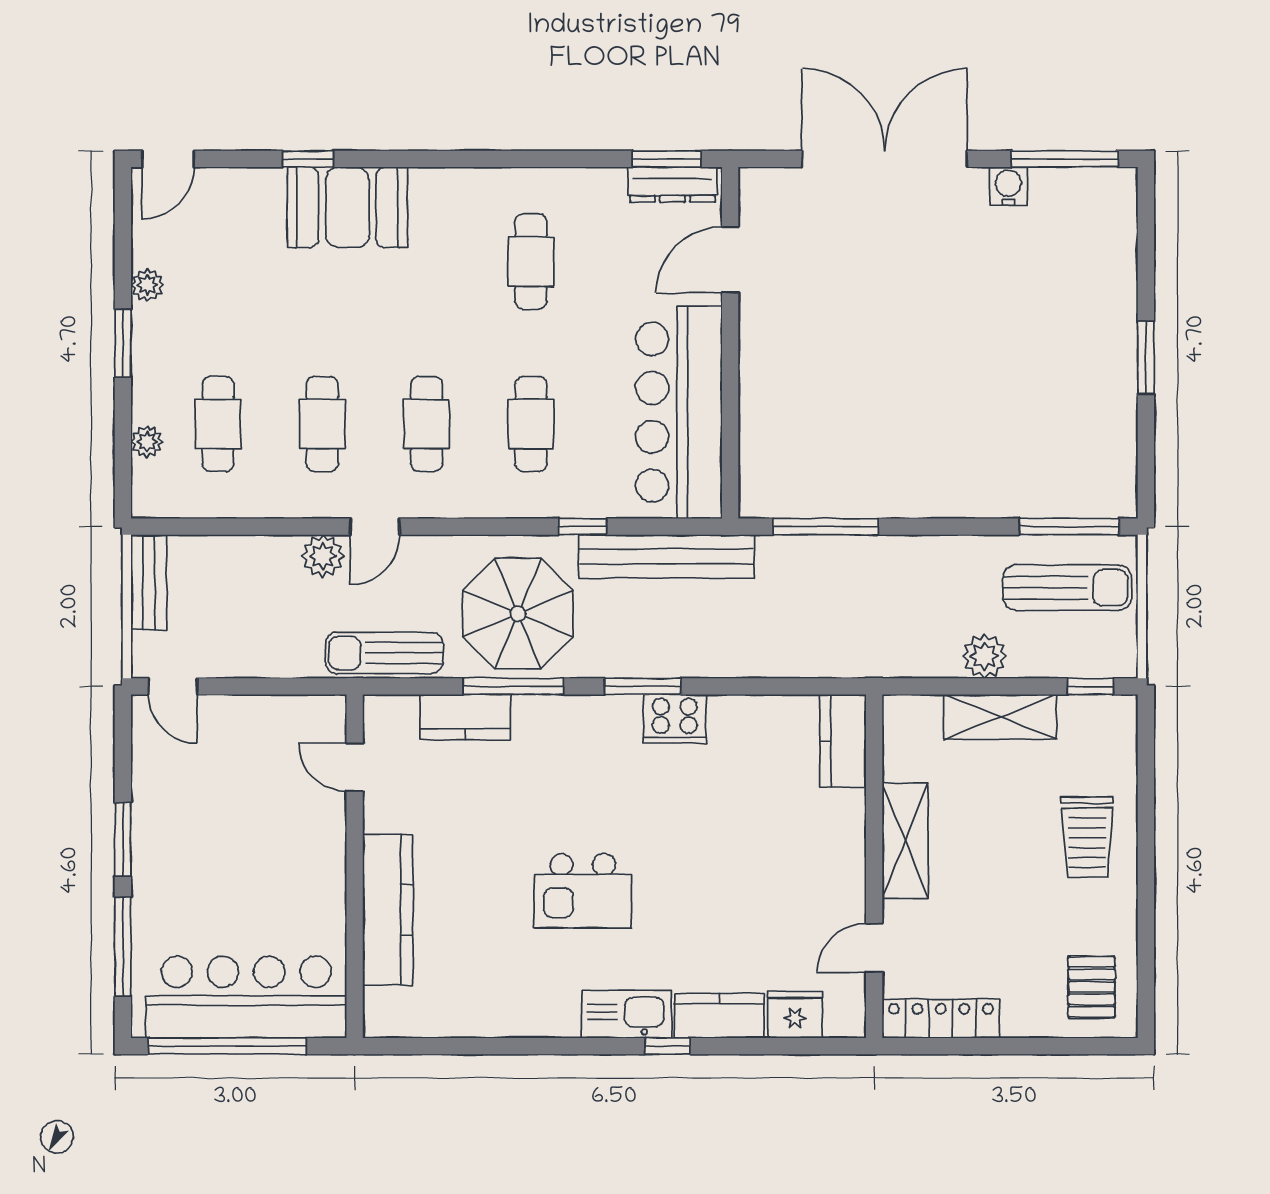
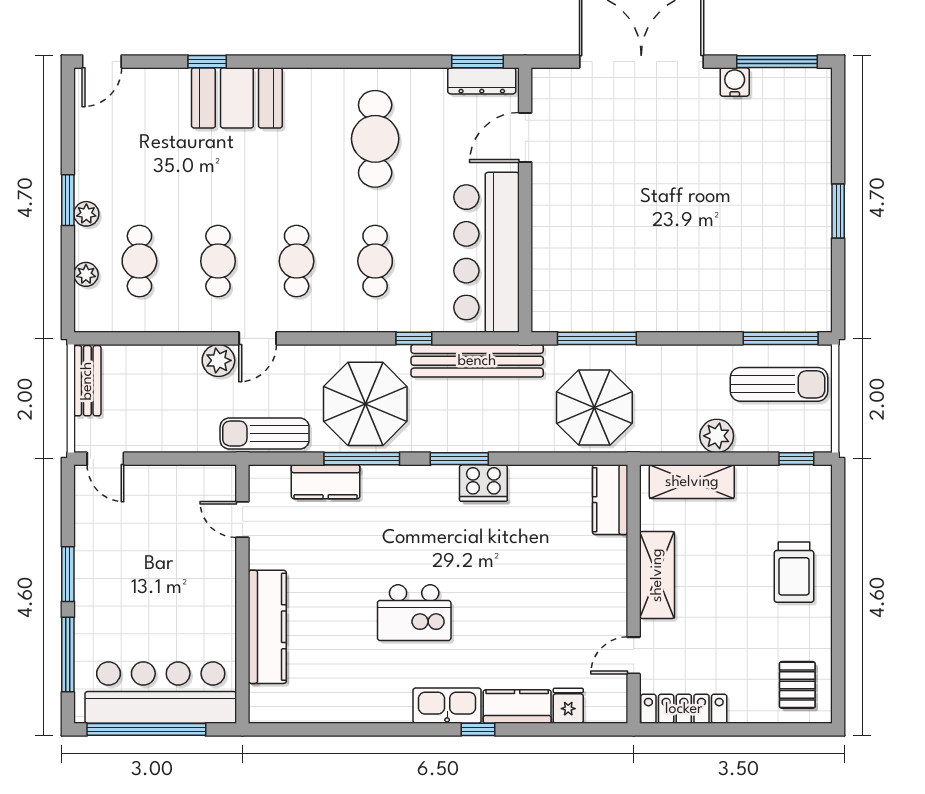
cafe table: (531, 262) -> (375, 139), width x1.37, depth x1.35
plant: (147, 285) -> (86, 214), moved
parasol: (822, 618) -> (594, 407), added
shelving: (1000, 717) -> (692, 482), moved
fridge: (795, 1014) -> (568, 706), width x0.72

